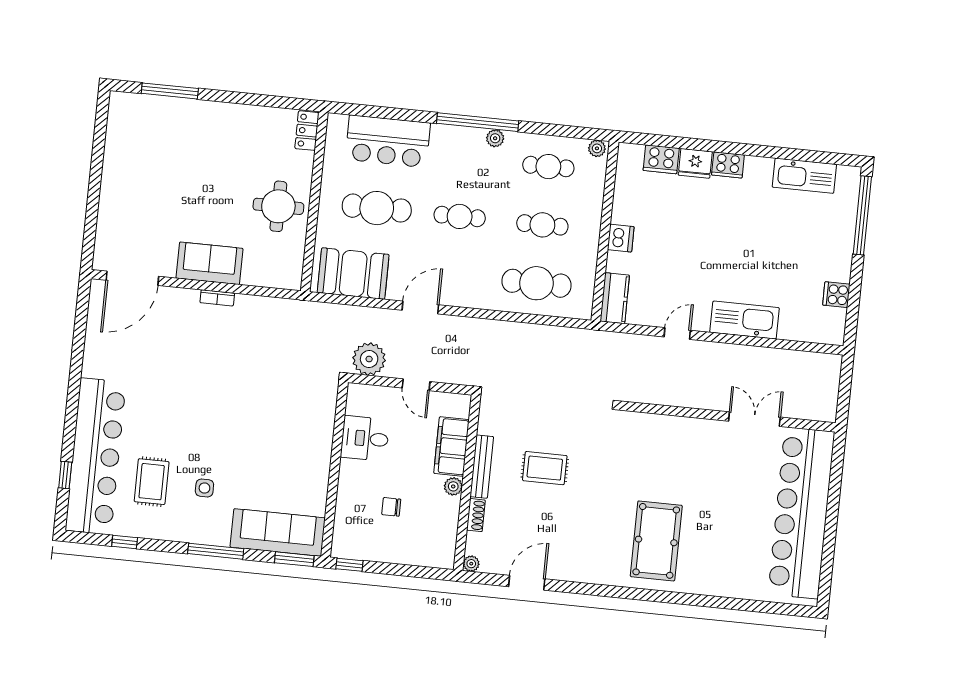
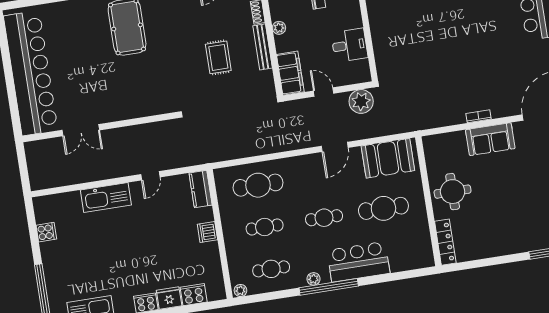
locker: (307, 131) -> (445, 242), width x1.53
bar counter: (388, 141) -> (358, 262), moved
filing cabinet: (451, 446) -> (290, 73), moved
rug: (545, 468) -> (218, 57), turned 90

